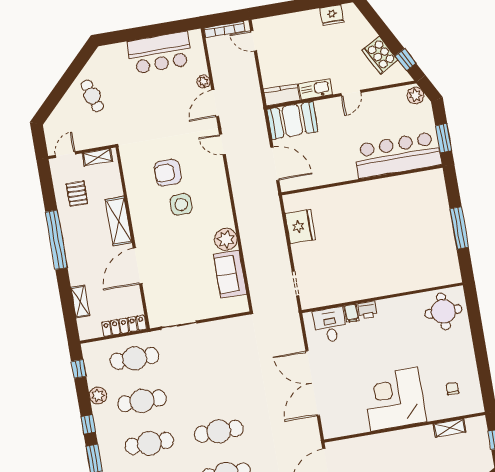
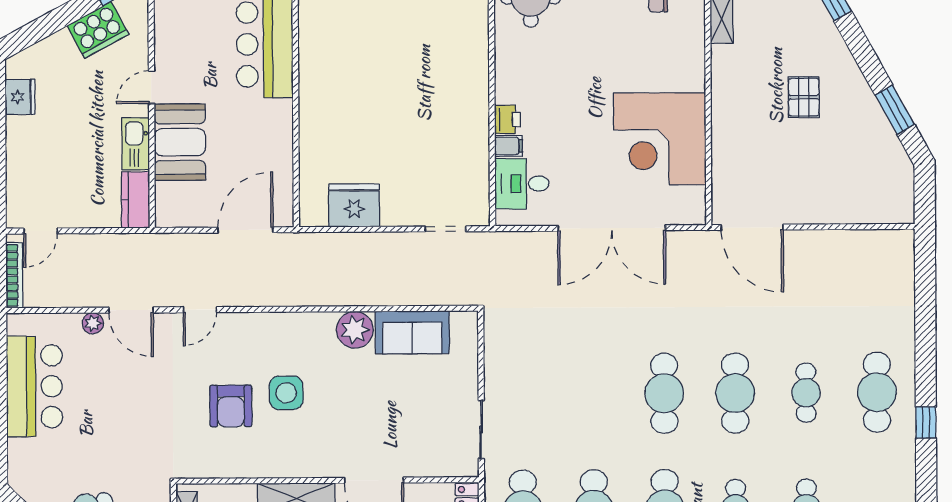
door: (351, 93) -> (151, 87), swing flipped
booth: (292, 120) -> (180, 142), moved
corner desk: (394, 399) -> (660, 139), moved

